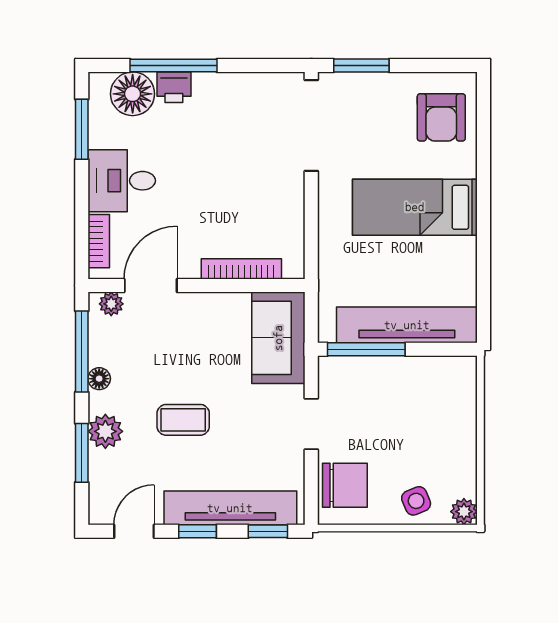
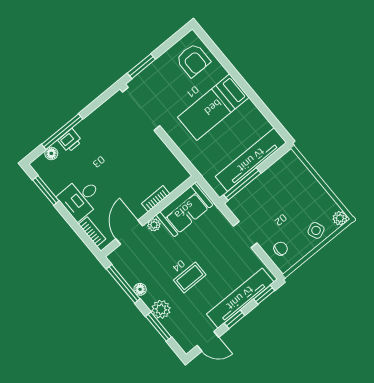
floor lamp: (133, 94) -> (51, 153), width x0.53, depth x0.53
bookcase: (241, 269) -> (156, 199), width x0.64
plant: (111, 304) -> (154, 225), moved
sofa: (278, 338) -> (184, 210), moved, turned -90
chair: (345, 485) -> (281, 249), width x0.54, depth x0.54
door: (134, 531) -> (208, 341), swing flipped

